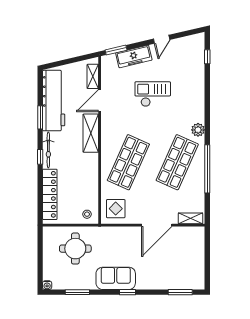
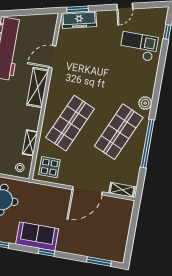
freezer: (134, 56) -> (79, 20), moved
shelving: (93, 76) -> (30, 143), moved
checkout: (153, 94) -> (139, 47), moved

